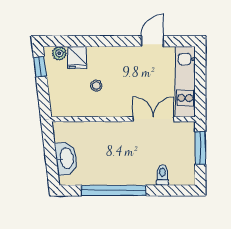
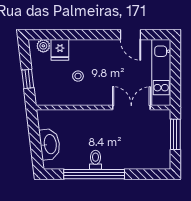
door: (153, 41) -> (131, 35), swing flipped
window: (40, 67) -> (28, 79), moved
toilet: (163, 175) -> (96, 160), moved

